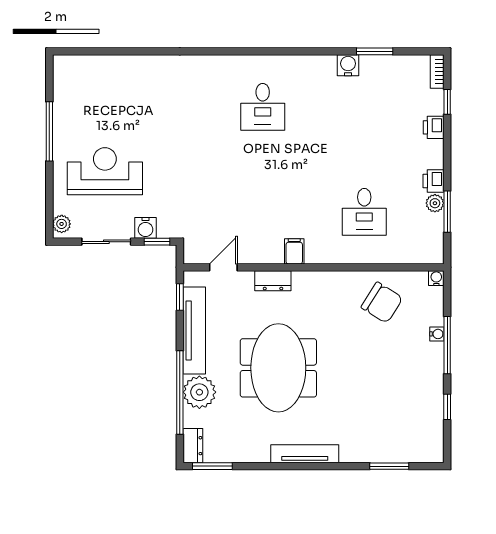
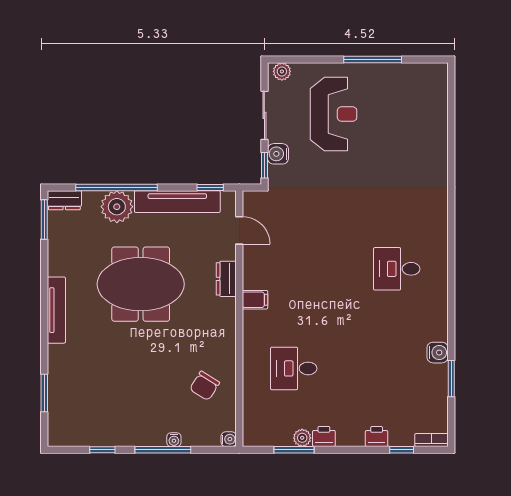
chair: (382, 303) -> (205, 386), width x0.73, depth x0.73

